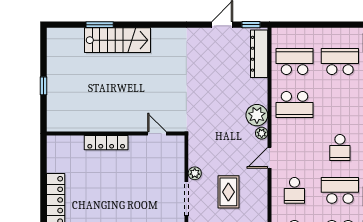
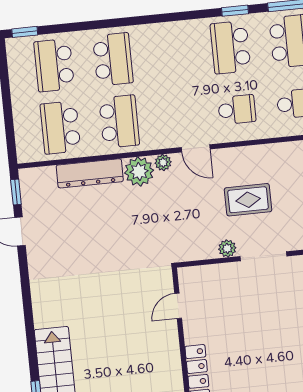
dresser: (259, 54) -> (90, 173), moved
school desk: (340, 147) -> (113, 59), moved, width x1.85

